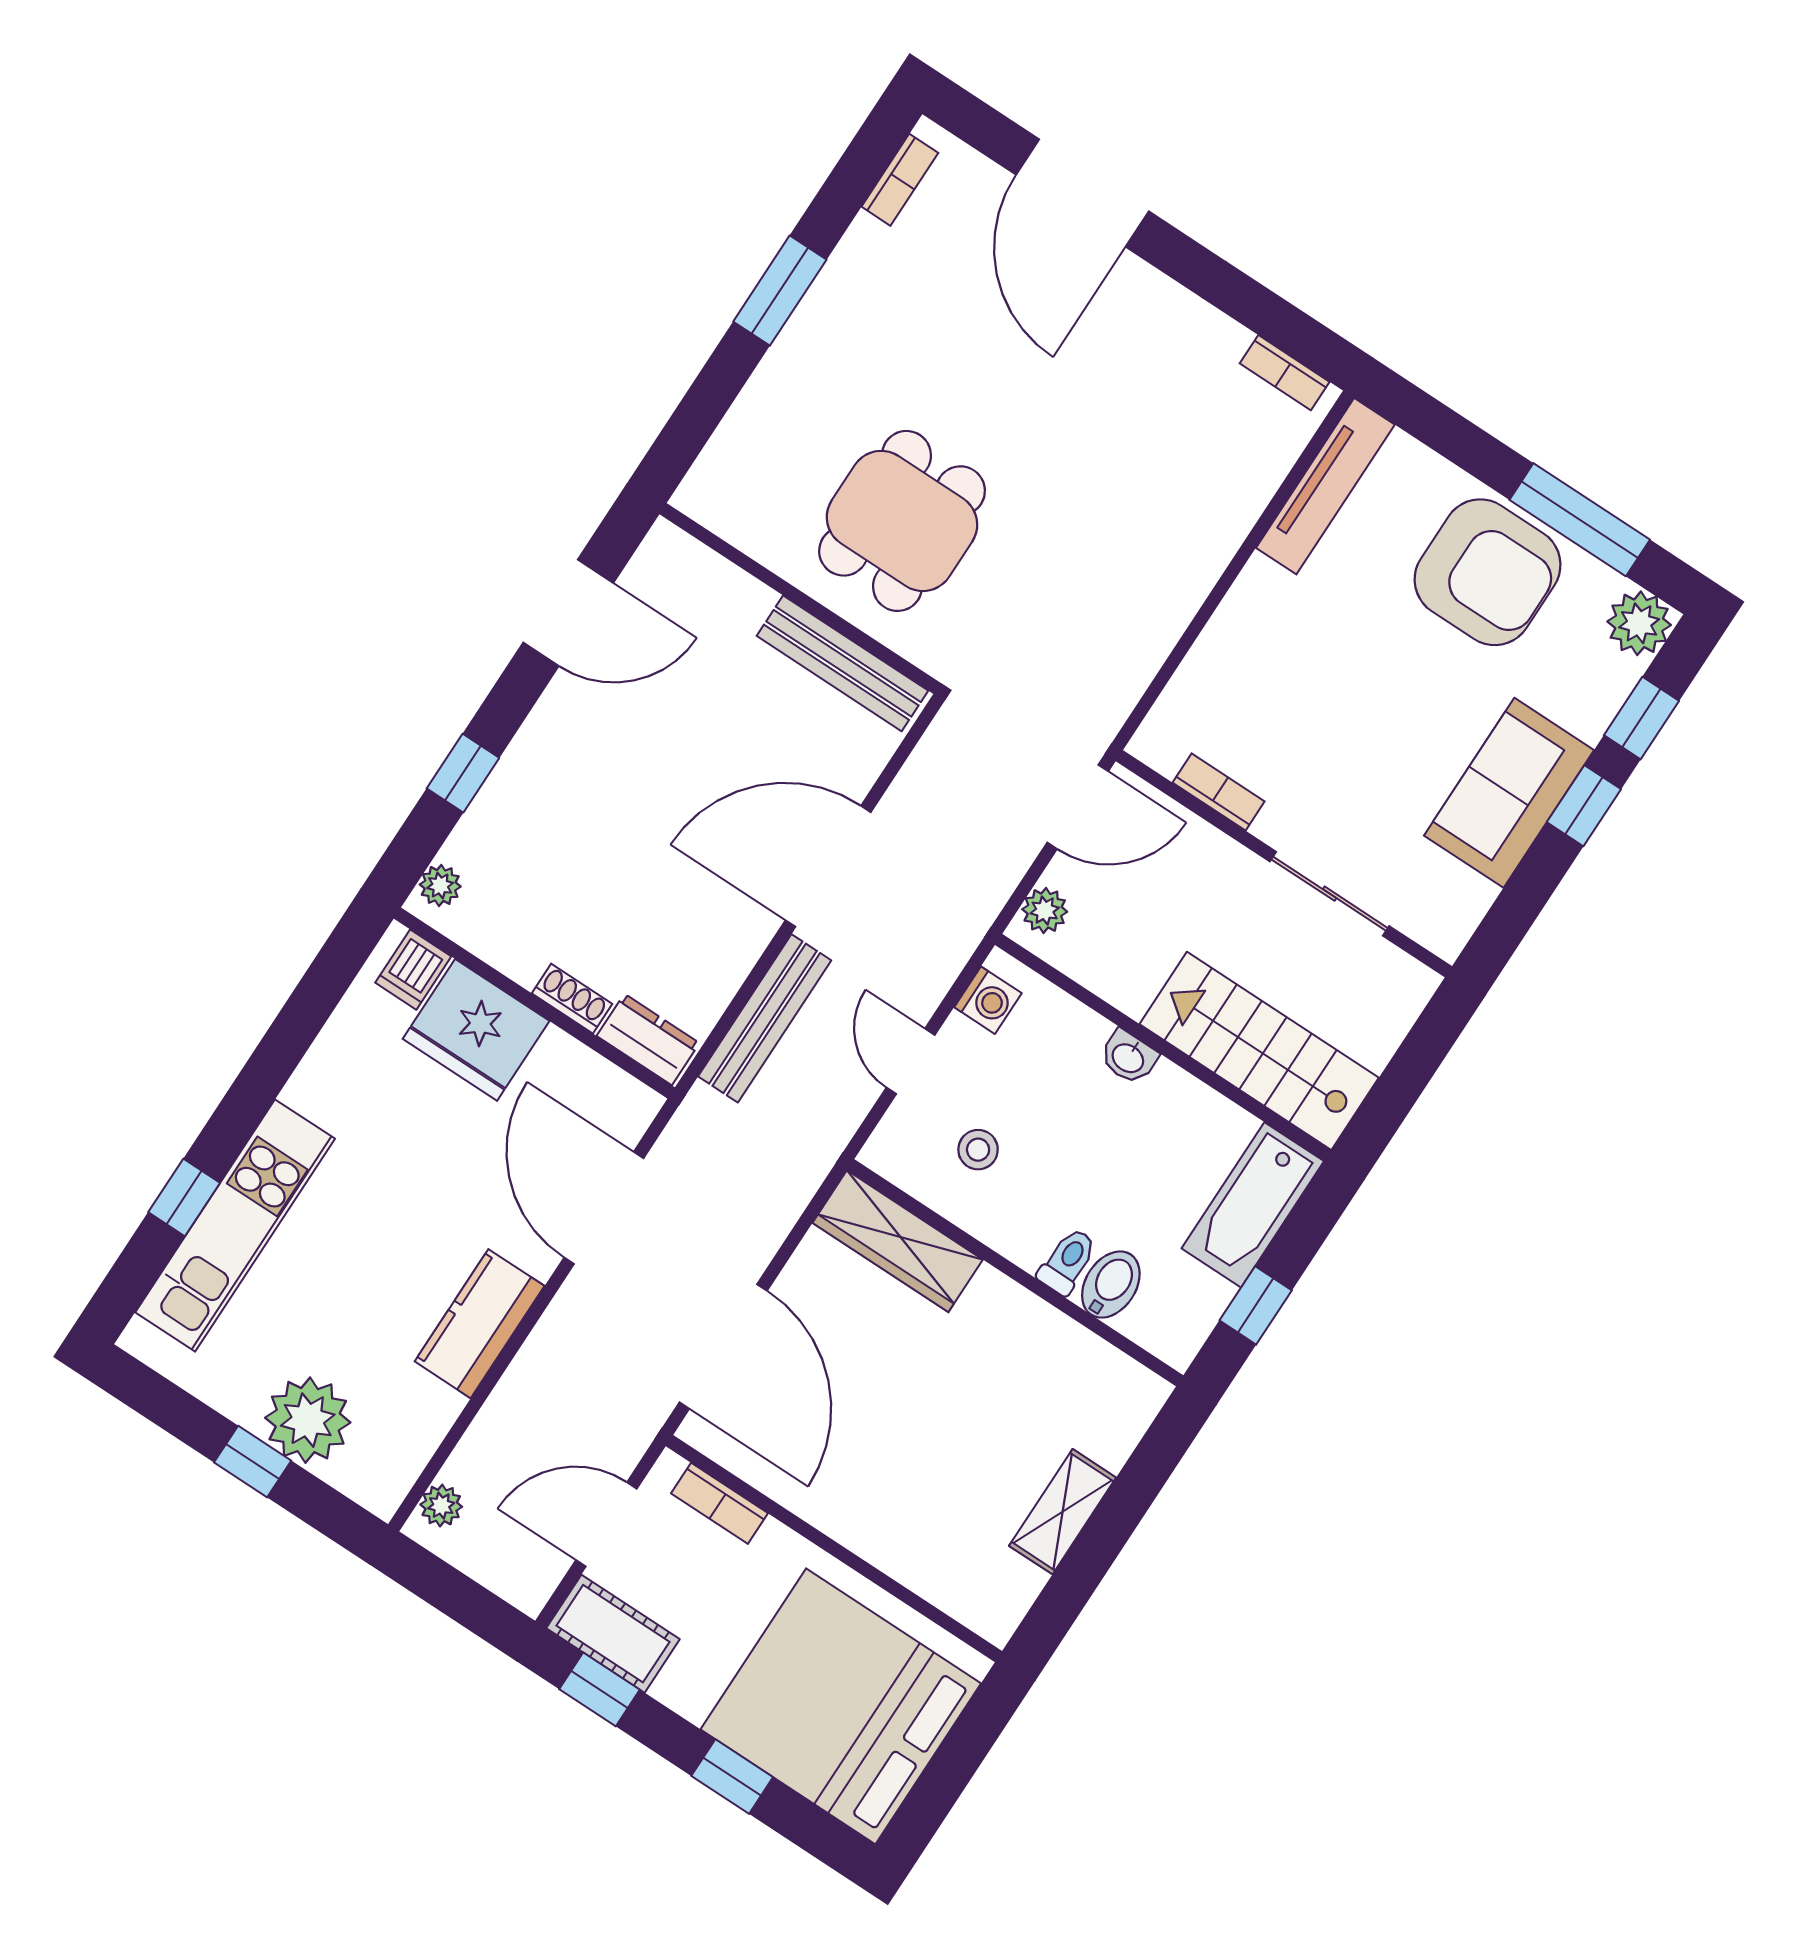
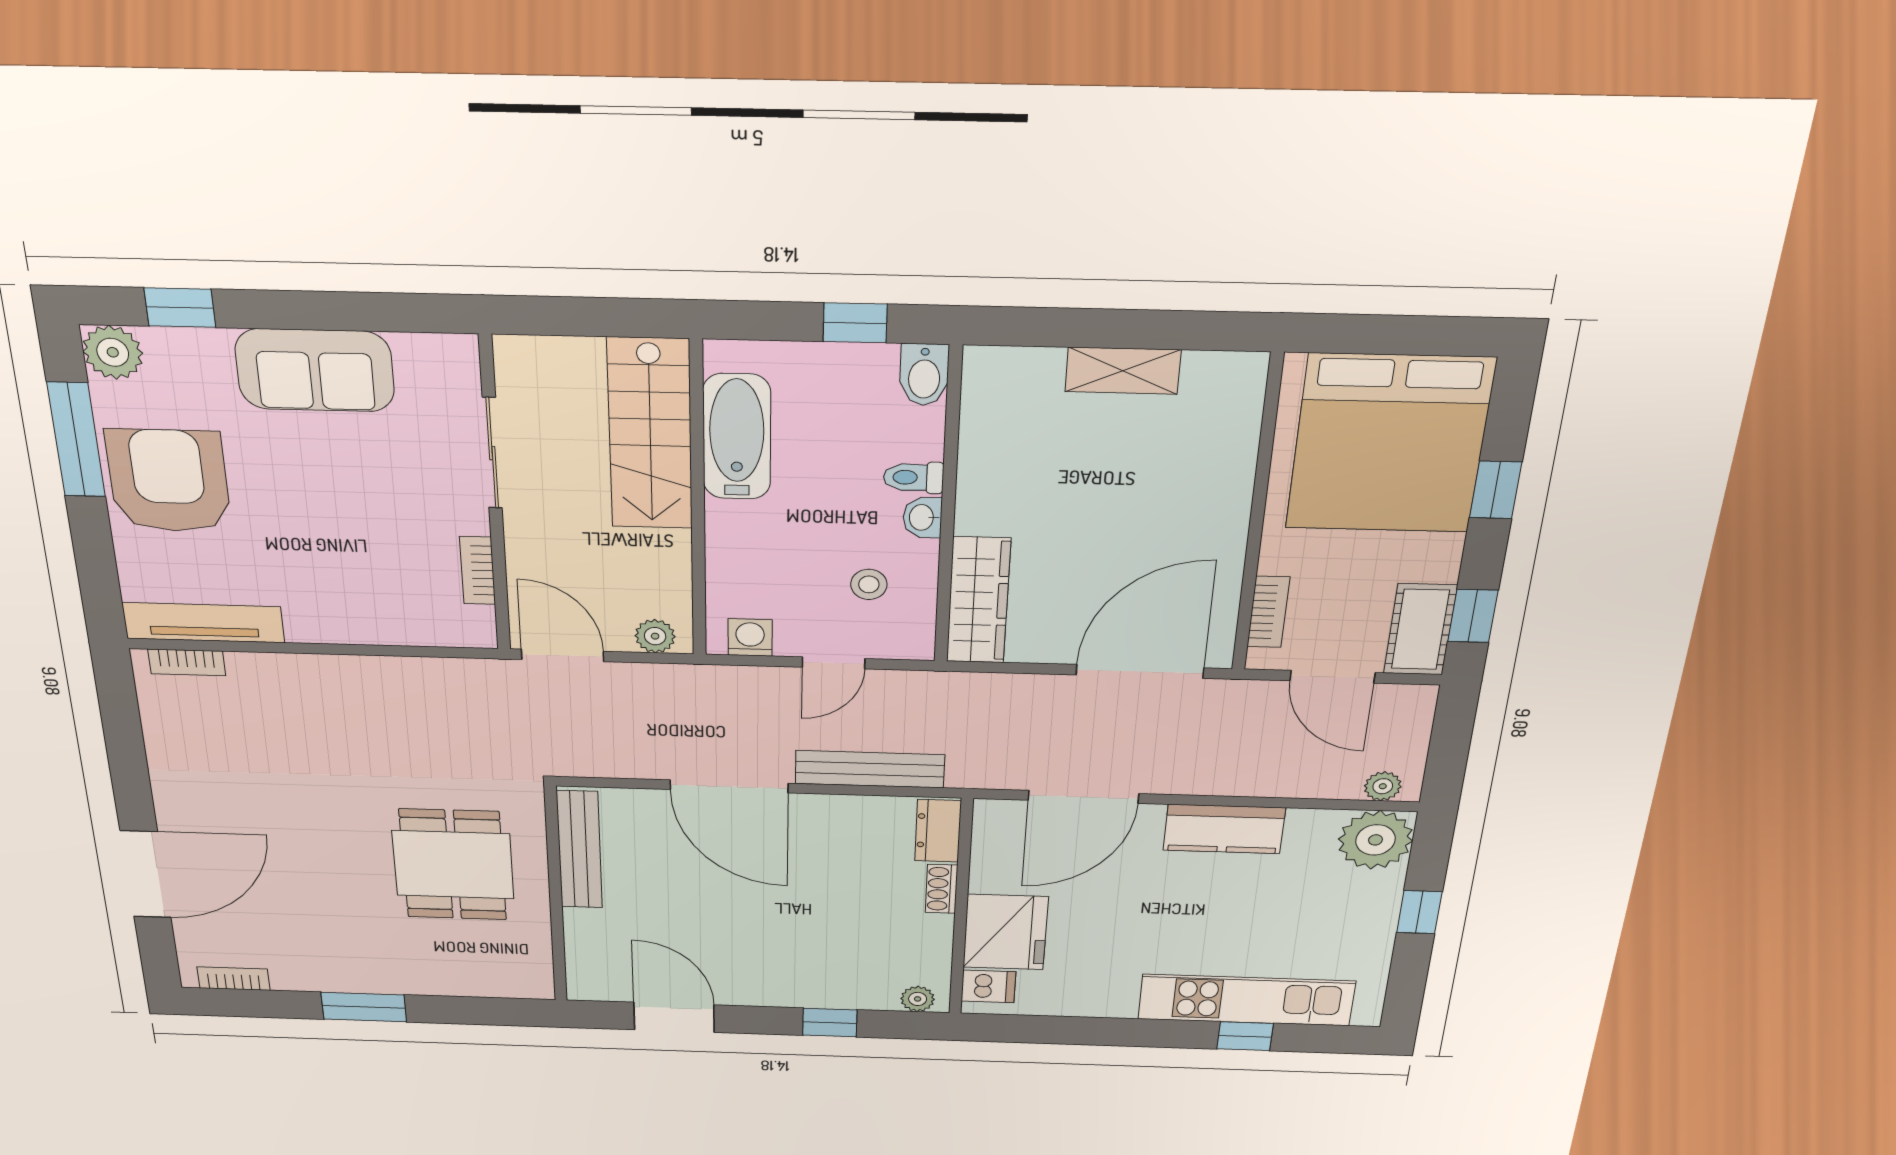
bookcase: (1285, 373) -> (187, 662), moved, turned 90
dining table: (902, 521) -> (453, 865), turned 90
window: (1584, 806) -> (280, 310), removed
washbasin: (1128, 1057) -> (922, 517), moved, turned 180
bathtub: (1253, 1205) -> (737, 437), moved, turned -90
bidet: (1111, 1285) -> (924, 375), moved, turned -90
plant: (308, 1420) -> (1375, 840), moved

